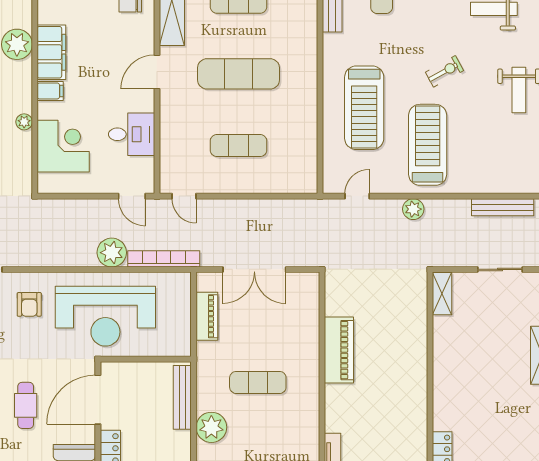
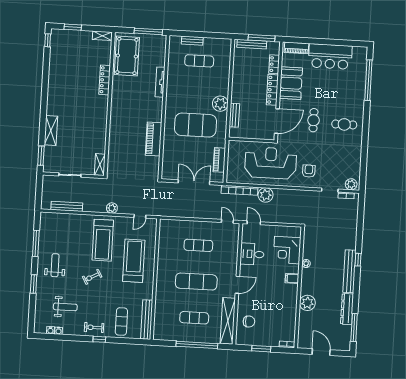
filing cabinet: (51, 52) -> (290, 298), removed
exercise mat: (258, 382) -> (195, 125), width x2.00, depth x1.45
bench: (182, 397) -> (234, 115), width x0.73

